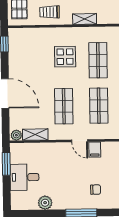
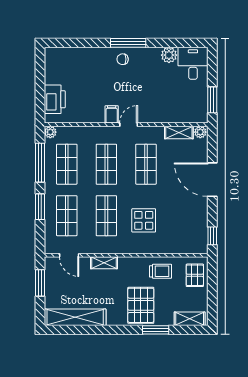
shelving: (85, 19) -> (104, 263), moved
door: (80, 141) -> (129, 125), hinge flipped
desk: (24, 177) -> (193, 63), moved, turned -90
chair: (96, 190) -> (123, 59), moved

